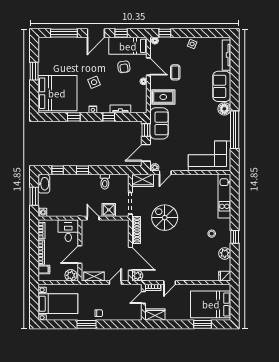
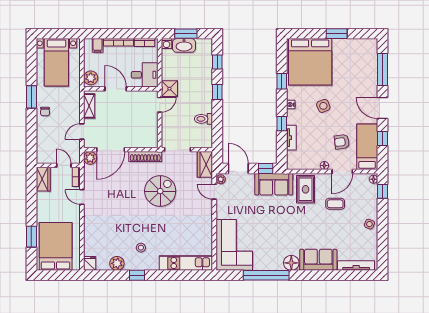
washbasin: (44, 184) -> (184, 45), moved
shower: (109, 210) -> (169, 89), moved
door: (115, 283) -> (82, 132), swing flipped

